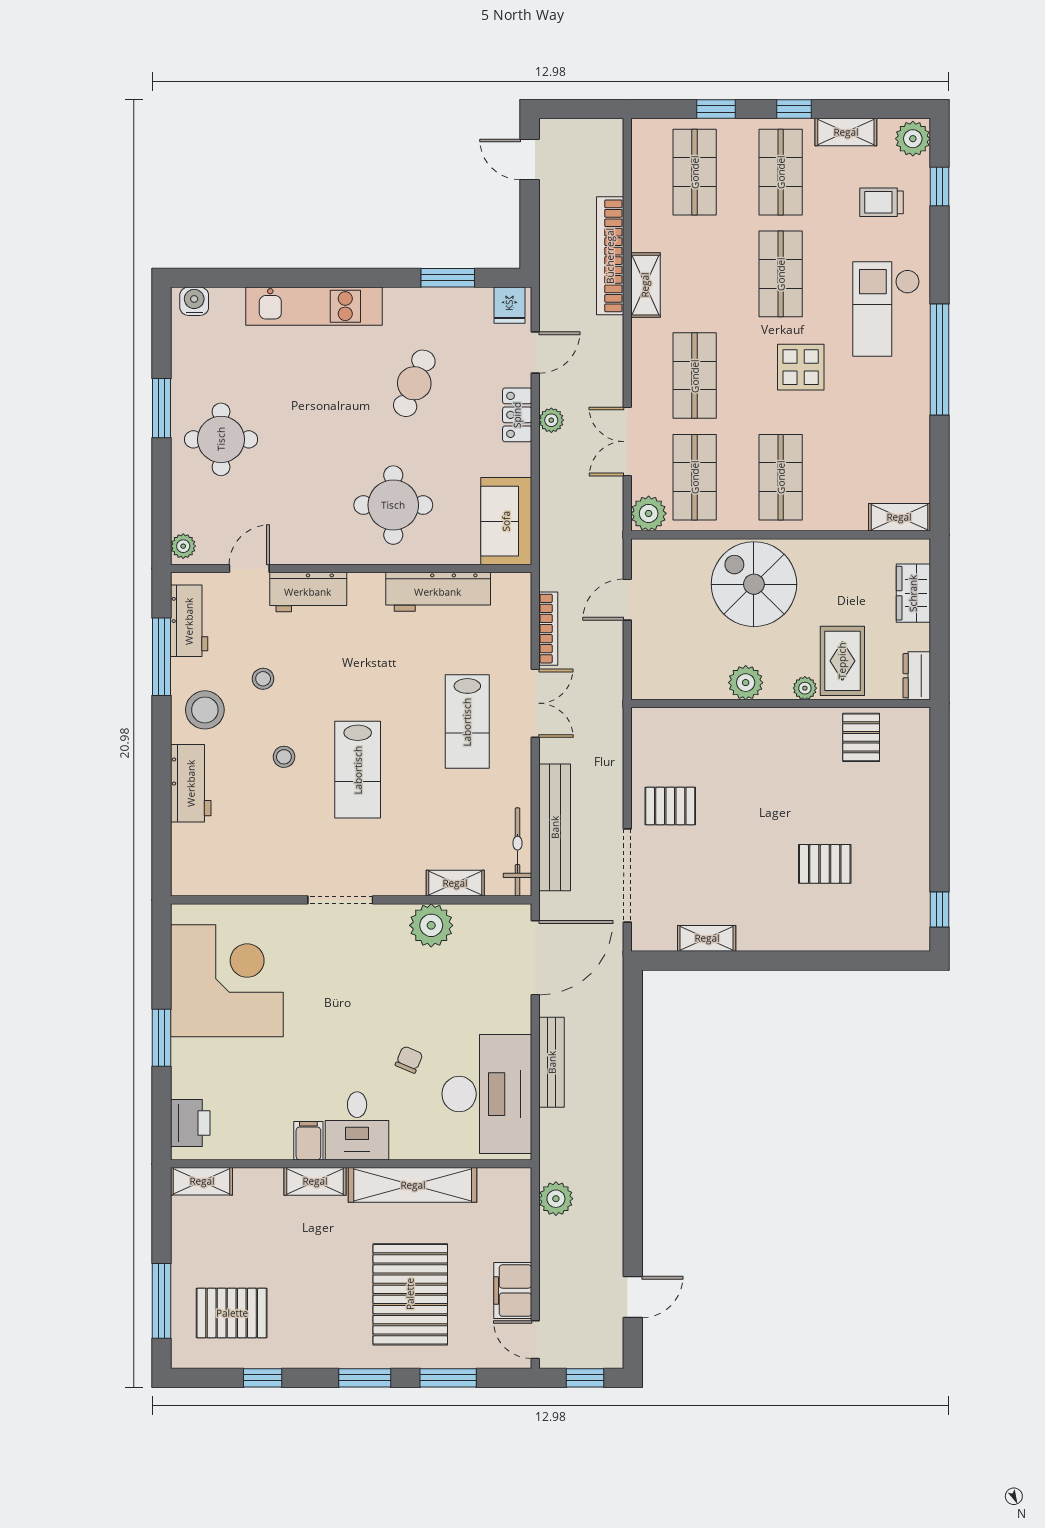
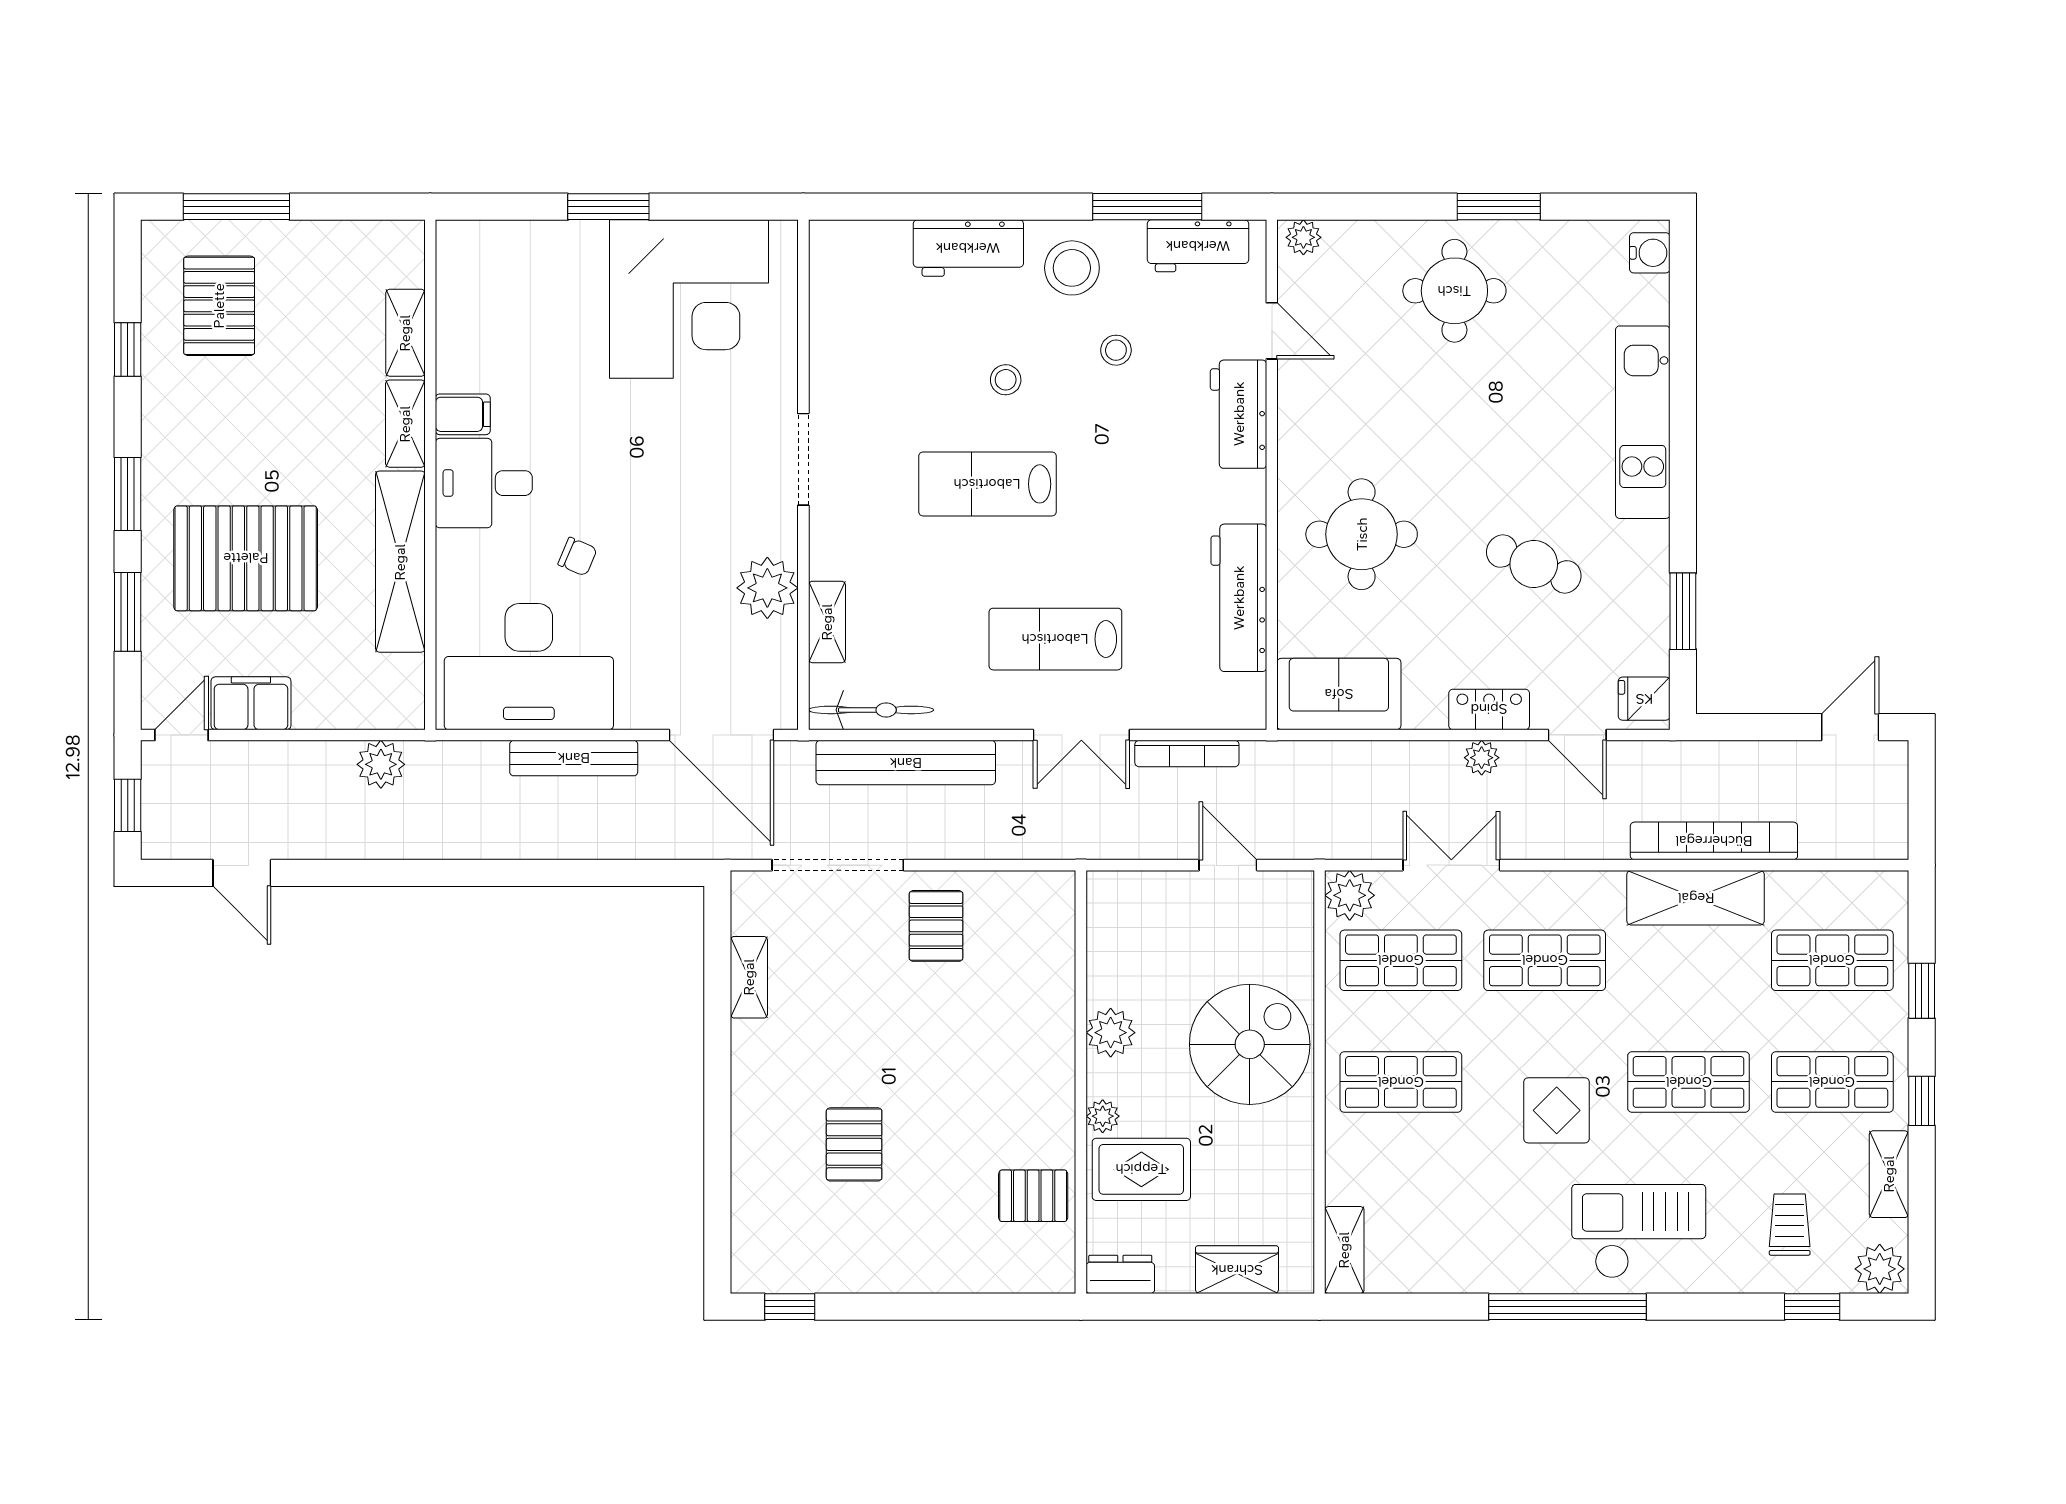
shelving: (645, 285) -> (1696, 898), width x1.50, depth x1.33
printer: (190, 1123) -> (488, 247), removed
shelving: (202, 1181) -> (405, 333), moved

